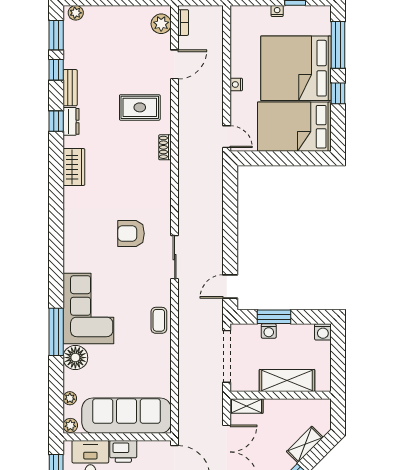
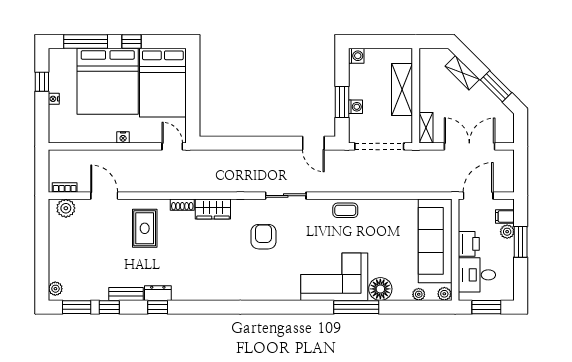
door: (227, 137) -> (172, 146), hinge flipped
wardrobe: (74, 167) -> (213, 209), moved, turned 180
armchair: (131, 233) -> (263, 237), turned 180

